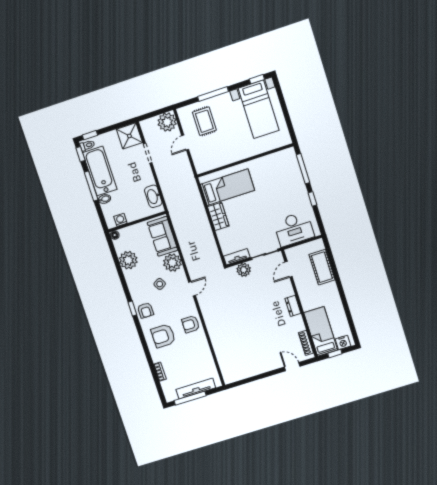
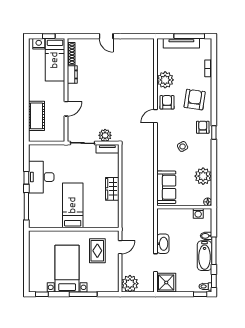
bed with nightstands: (259, 109) -> (67, 269), moved
rug: (204, 121) -> (97, 251), moved
door: (185, 143) -> (120, 247), moved
bathtub: (100, 171) -> (205, 256), width x0.73, depth x0.73
bed: (227, 187) -> (73, 205), moved, turned 90
washbasin: (153, 196) -> (163, 244), moved
desk: (294, 229) -> (41, 177), moved, turned -90
plant: (172, 263) -> (165, 80), moved
door: (289, 269) -> (66, 109), moved
door: (192, 289) -> (155, 116), moved
dresser: (293, 306) -> (72, 74), moved
armchair: (191, 324) -> (167, 102), turned -90
armchair: (163, 336) -> (195, 100), turned -82
door: (292, 367) -> (106, 36), moved

